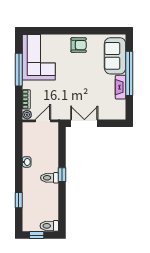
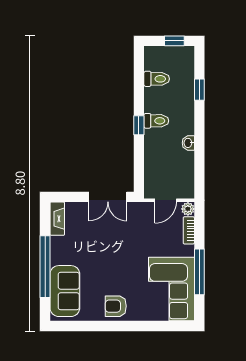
fireplace: (121, 87) -> (57, 219), moved
toilet: (49, 226) -> (157, 79), moved

